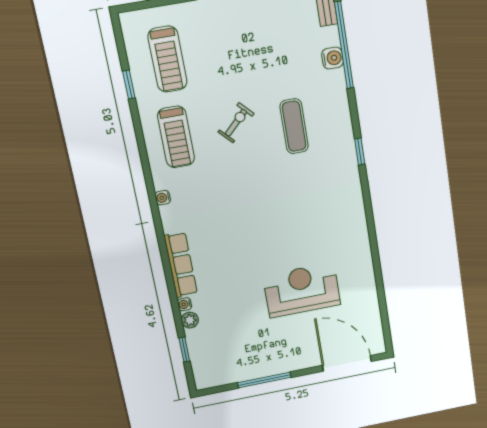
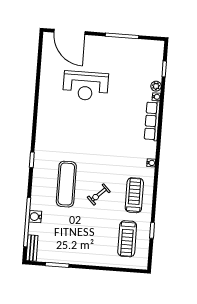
treadmill: (168, 59) -> (127, 239), turned 180
exercise mat: (294, 126) -> (66, 184), width x1.36, depth x1.45

